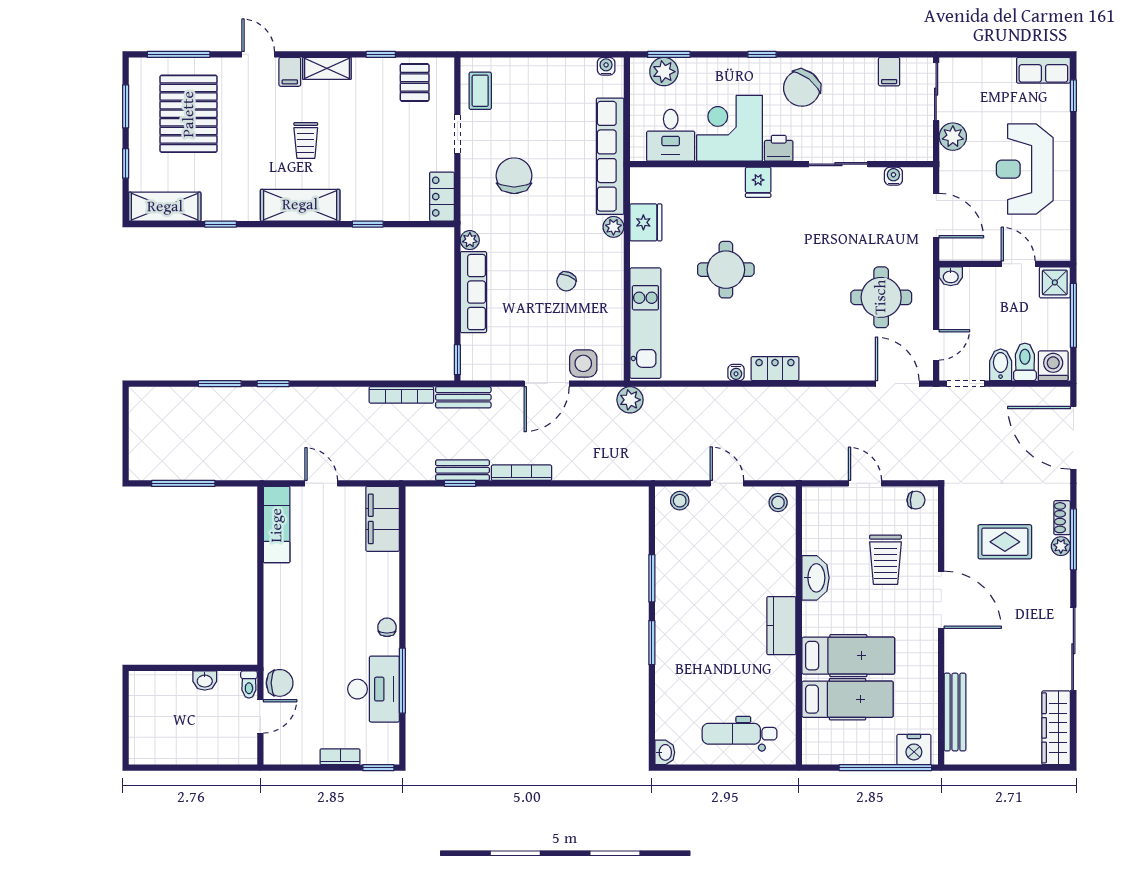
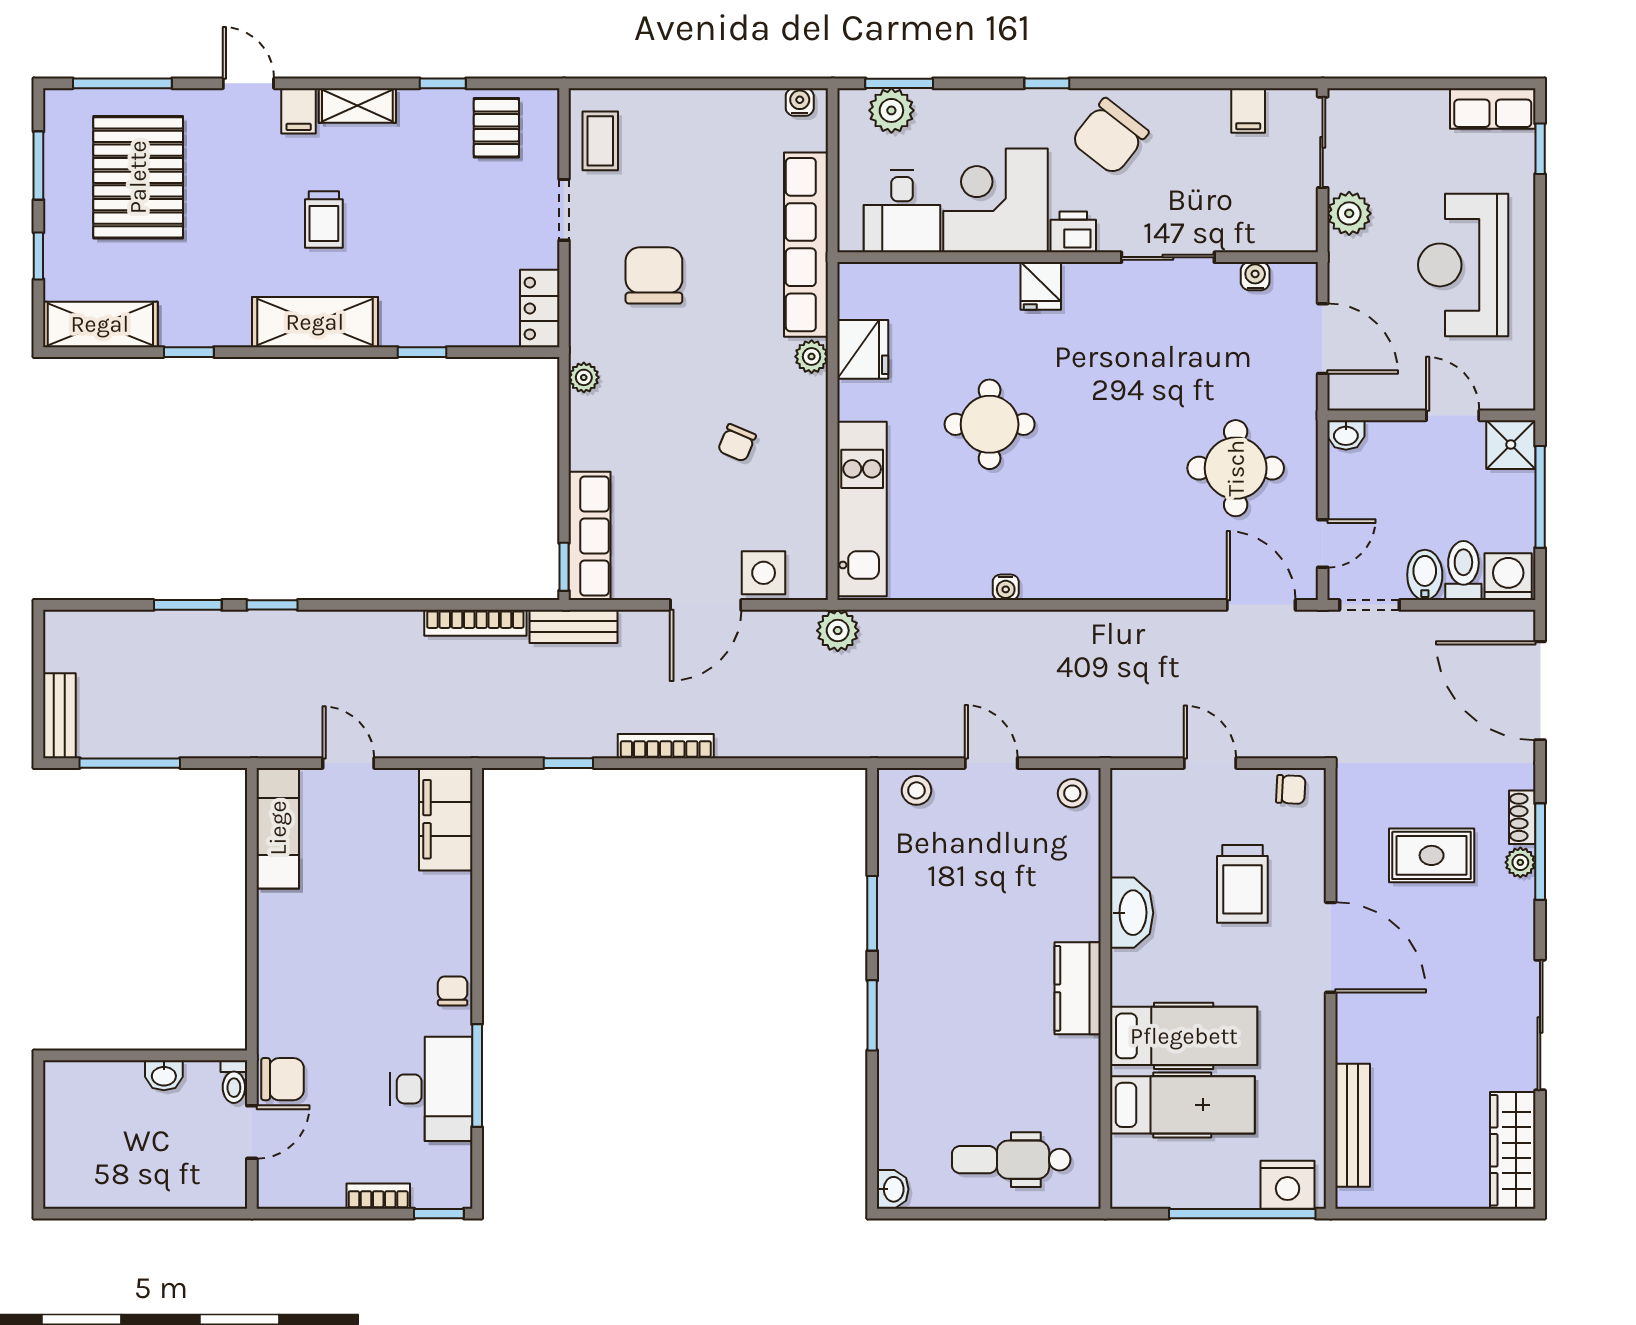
row of seats: (473, 292) -> (590, 536), moved
locker: (775, 369) -> (1067, 581), removed
bench: (462, 470) -> (59, 716), moved, turned 90

